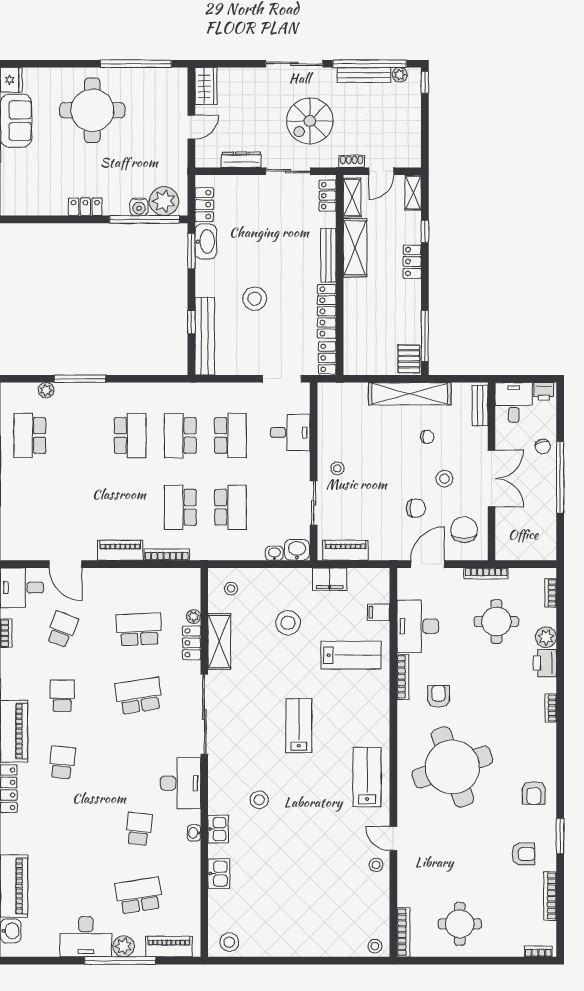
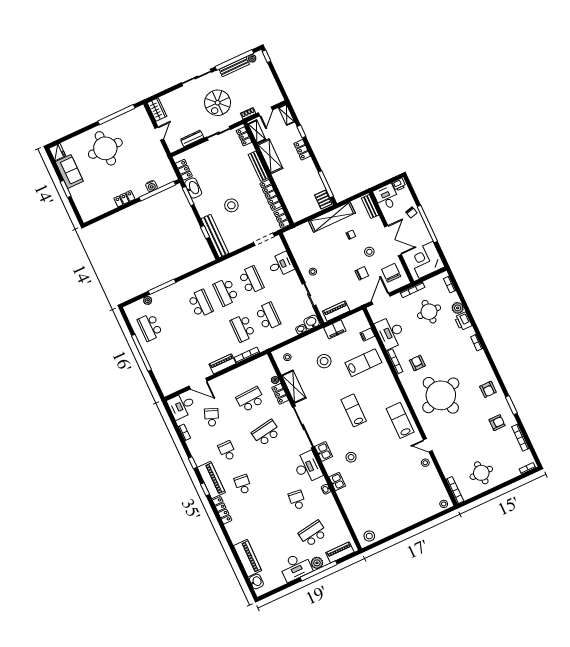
plant: (164, 201) -> (163, 177), removed
corner desk: (531, 535) -> (426, 260), added
kitchen sink: (219, 874) -> (324, 452), moved

